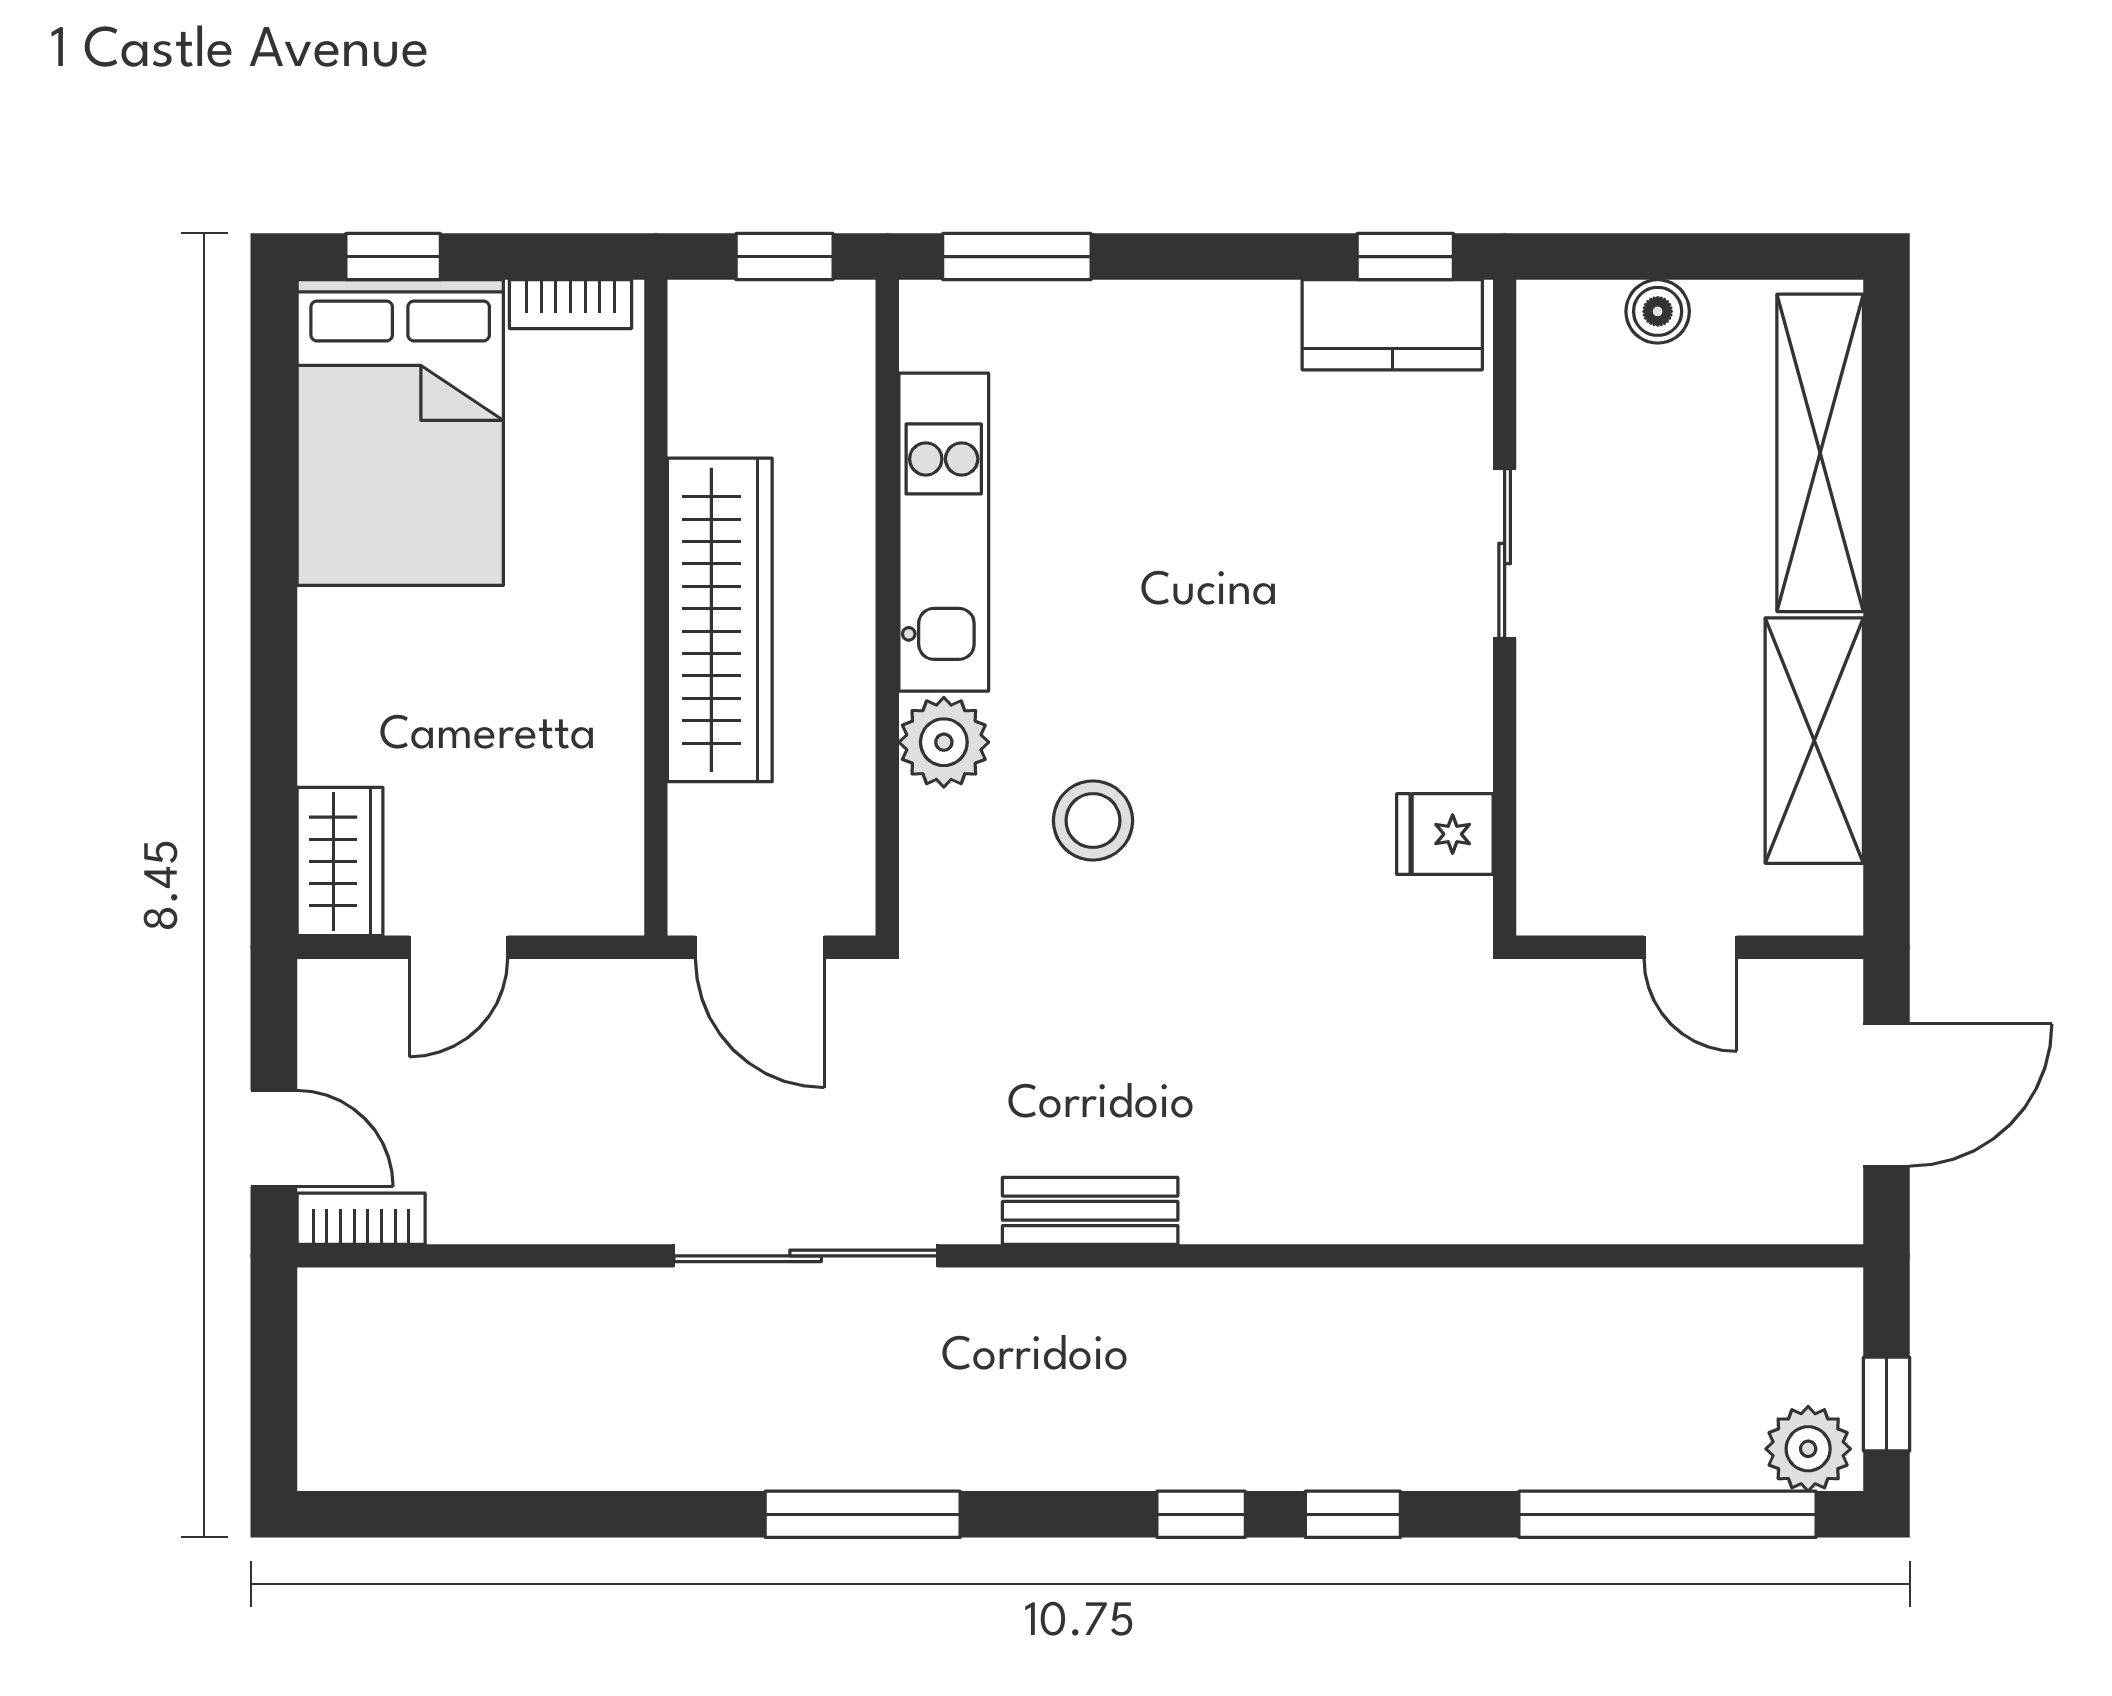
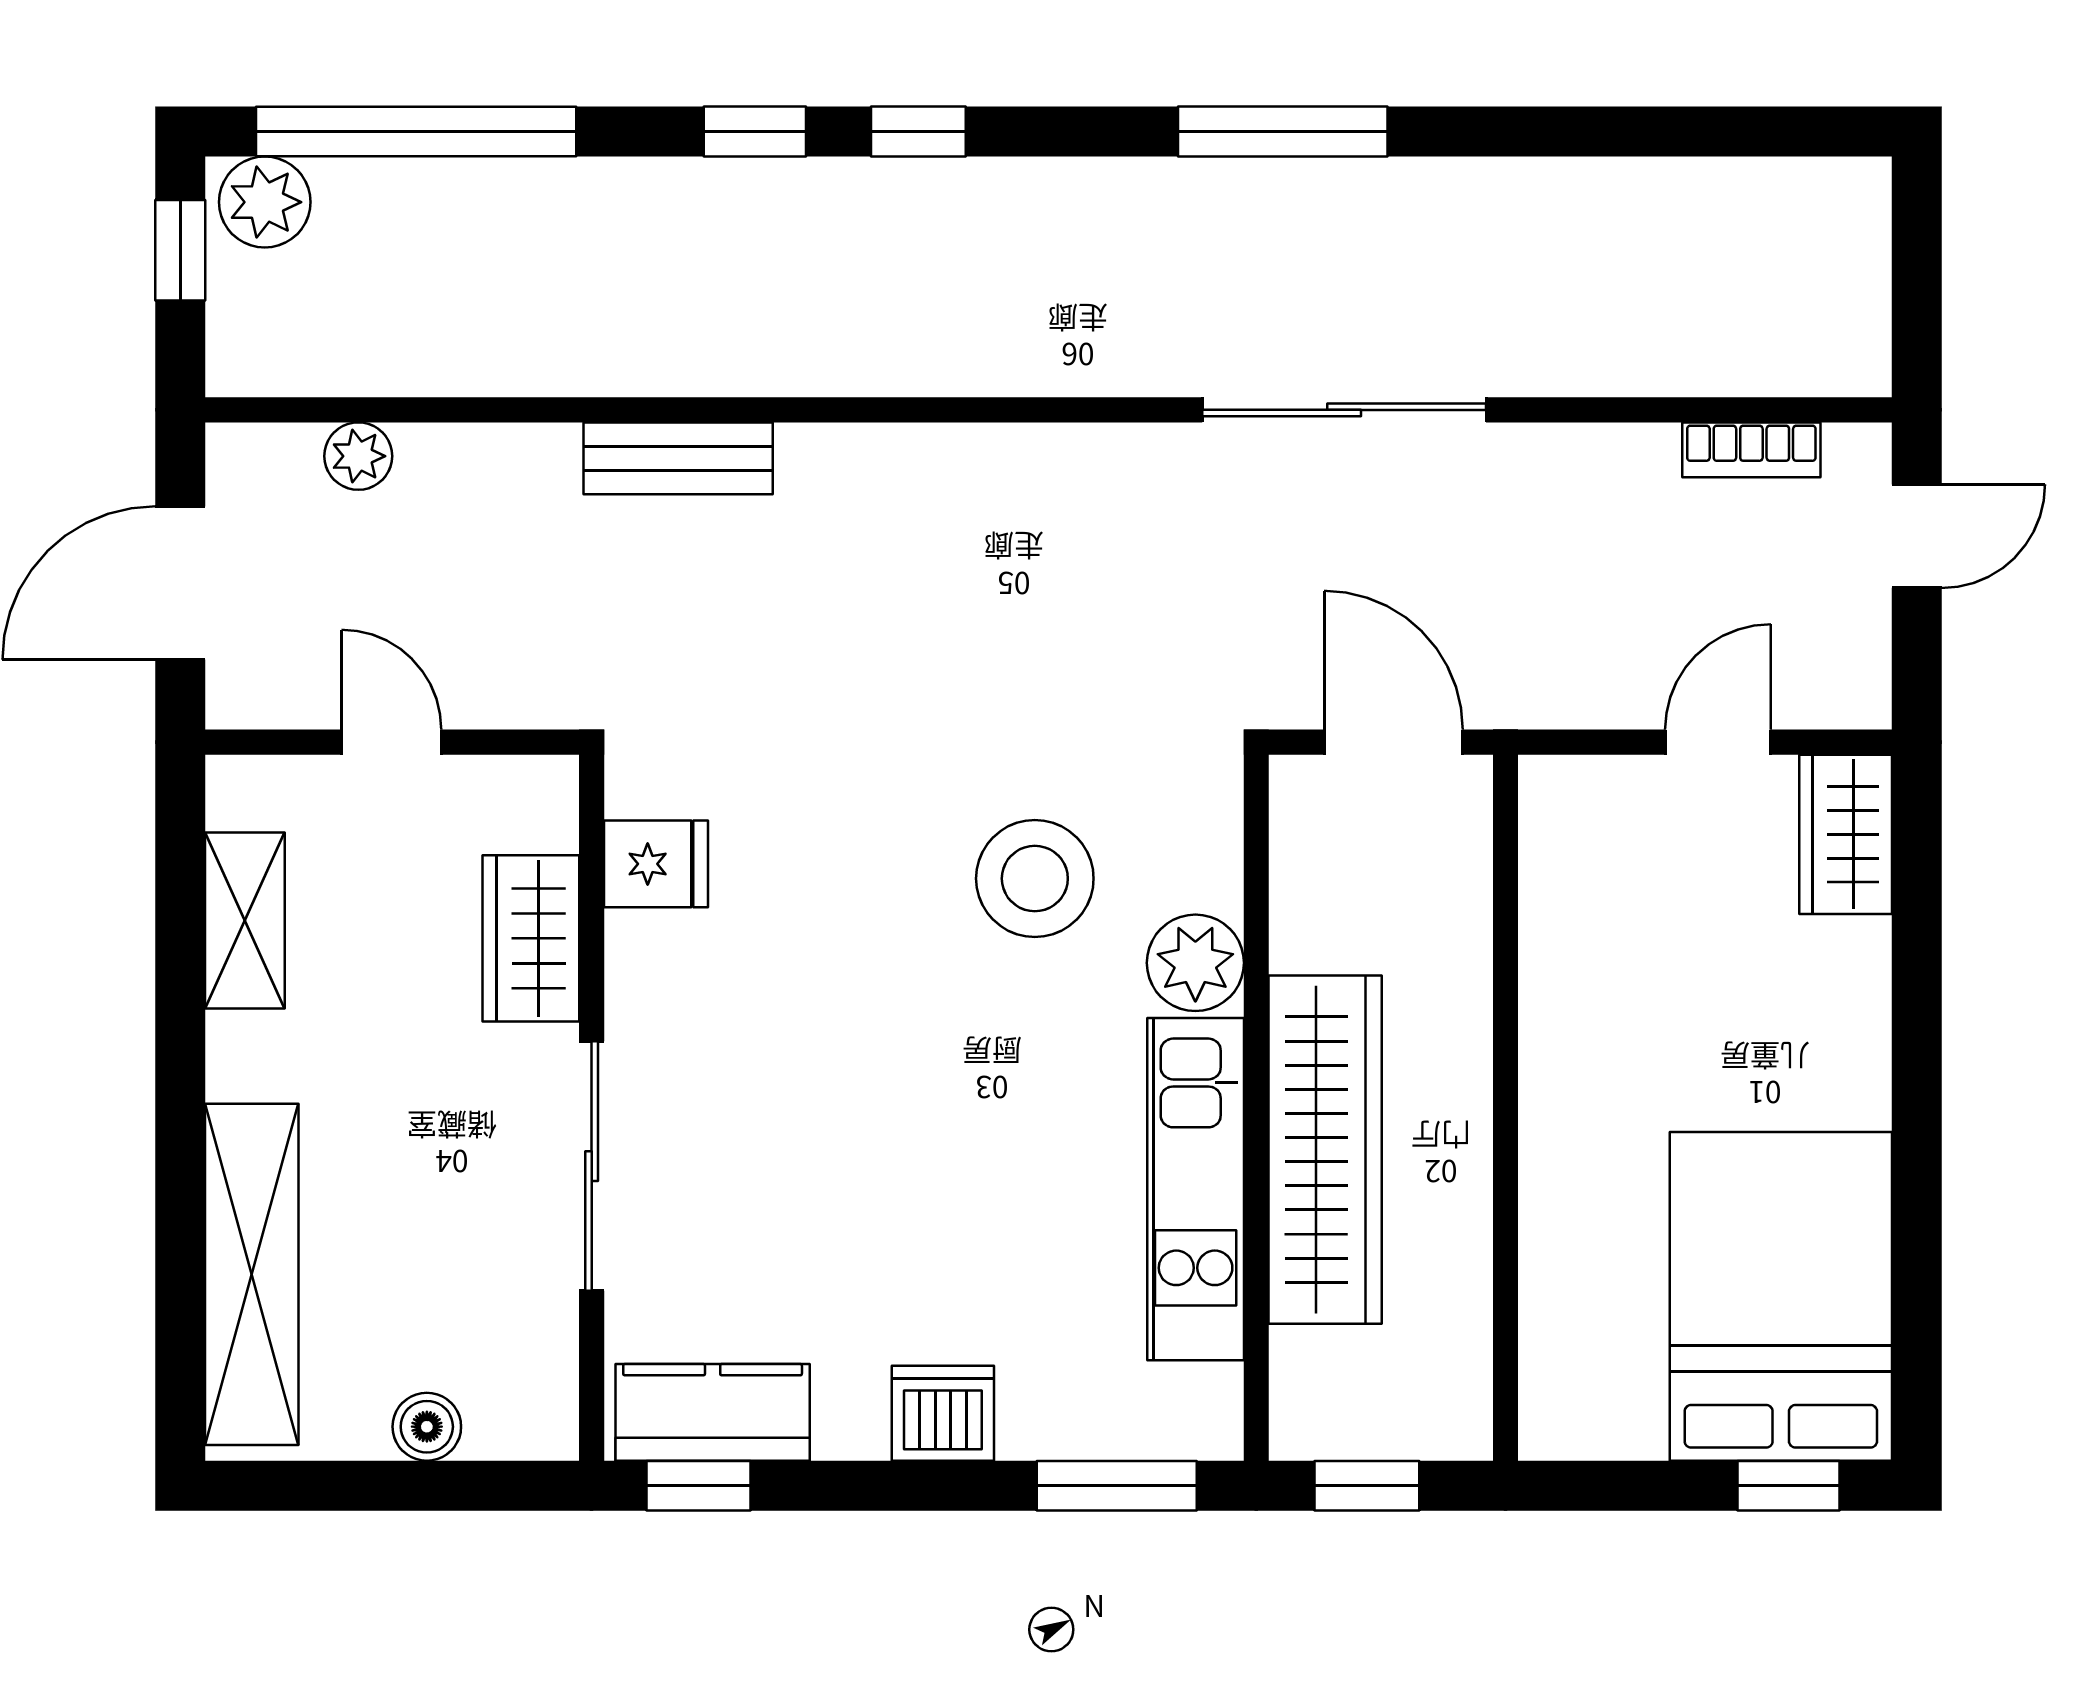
bookcase: (571, 304) -> (1597, 1435), removed
dishwasher: (1178, 324) -> (943, 1413), added
sliding door: (1505, 554) -> (592, 1166), width x1.37
wardrobe: (720, 620) -> (1325, 1150), moved, turned 180
shelving: (1814, 741) -> (245, 921), width x0.67, depth x0.75
wardrobe: (1561, 765) -> (531, 938), added
stool: (1093, 821) -> (1035, 879), width x1.38, depth x1.38
door: (274, 1139) -> (1917, 536), swing flipped
bench: (1090, 1211) -> (678, 458), moved
plant: (1721, 1213) -> (358, 456), added
bookcase: (361, 1219) -> (1751, 450), moved

